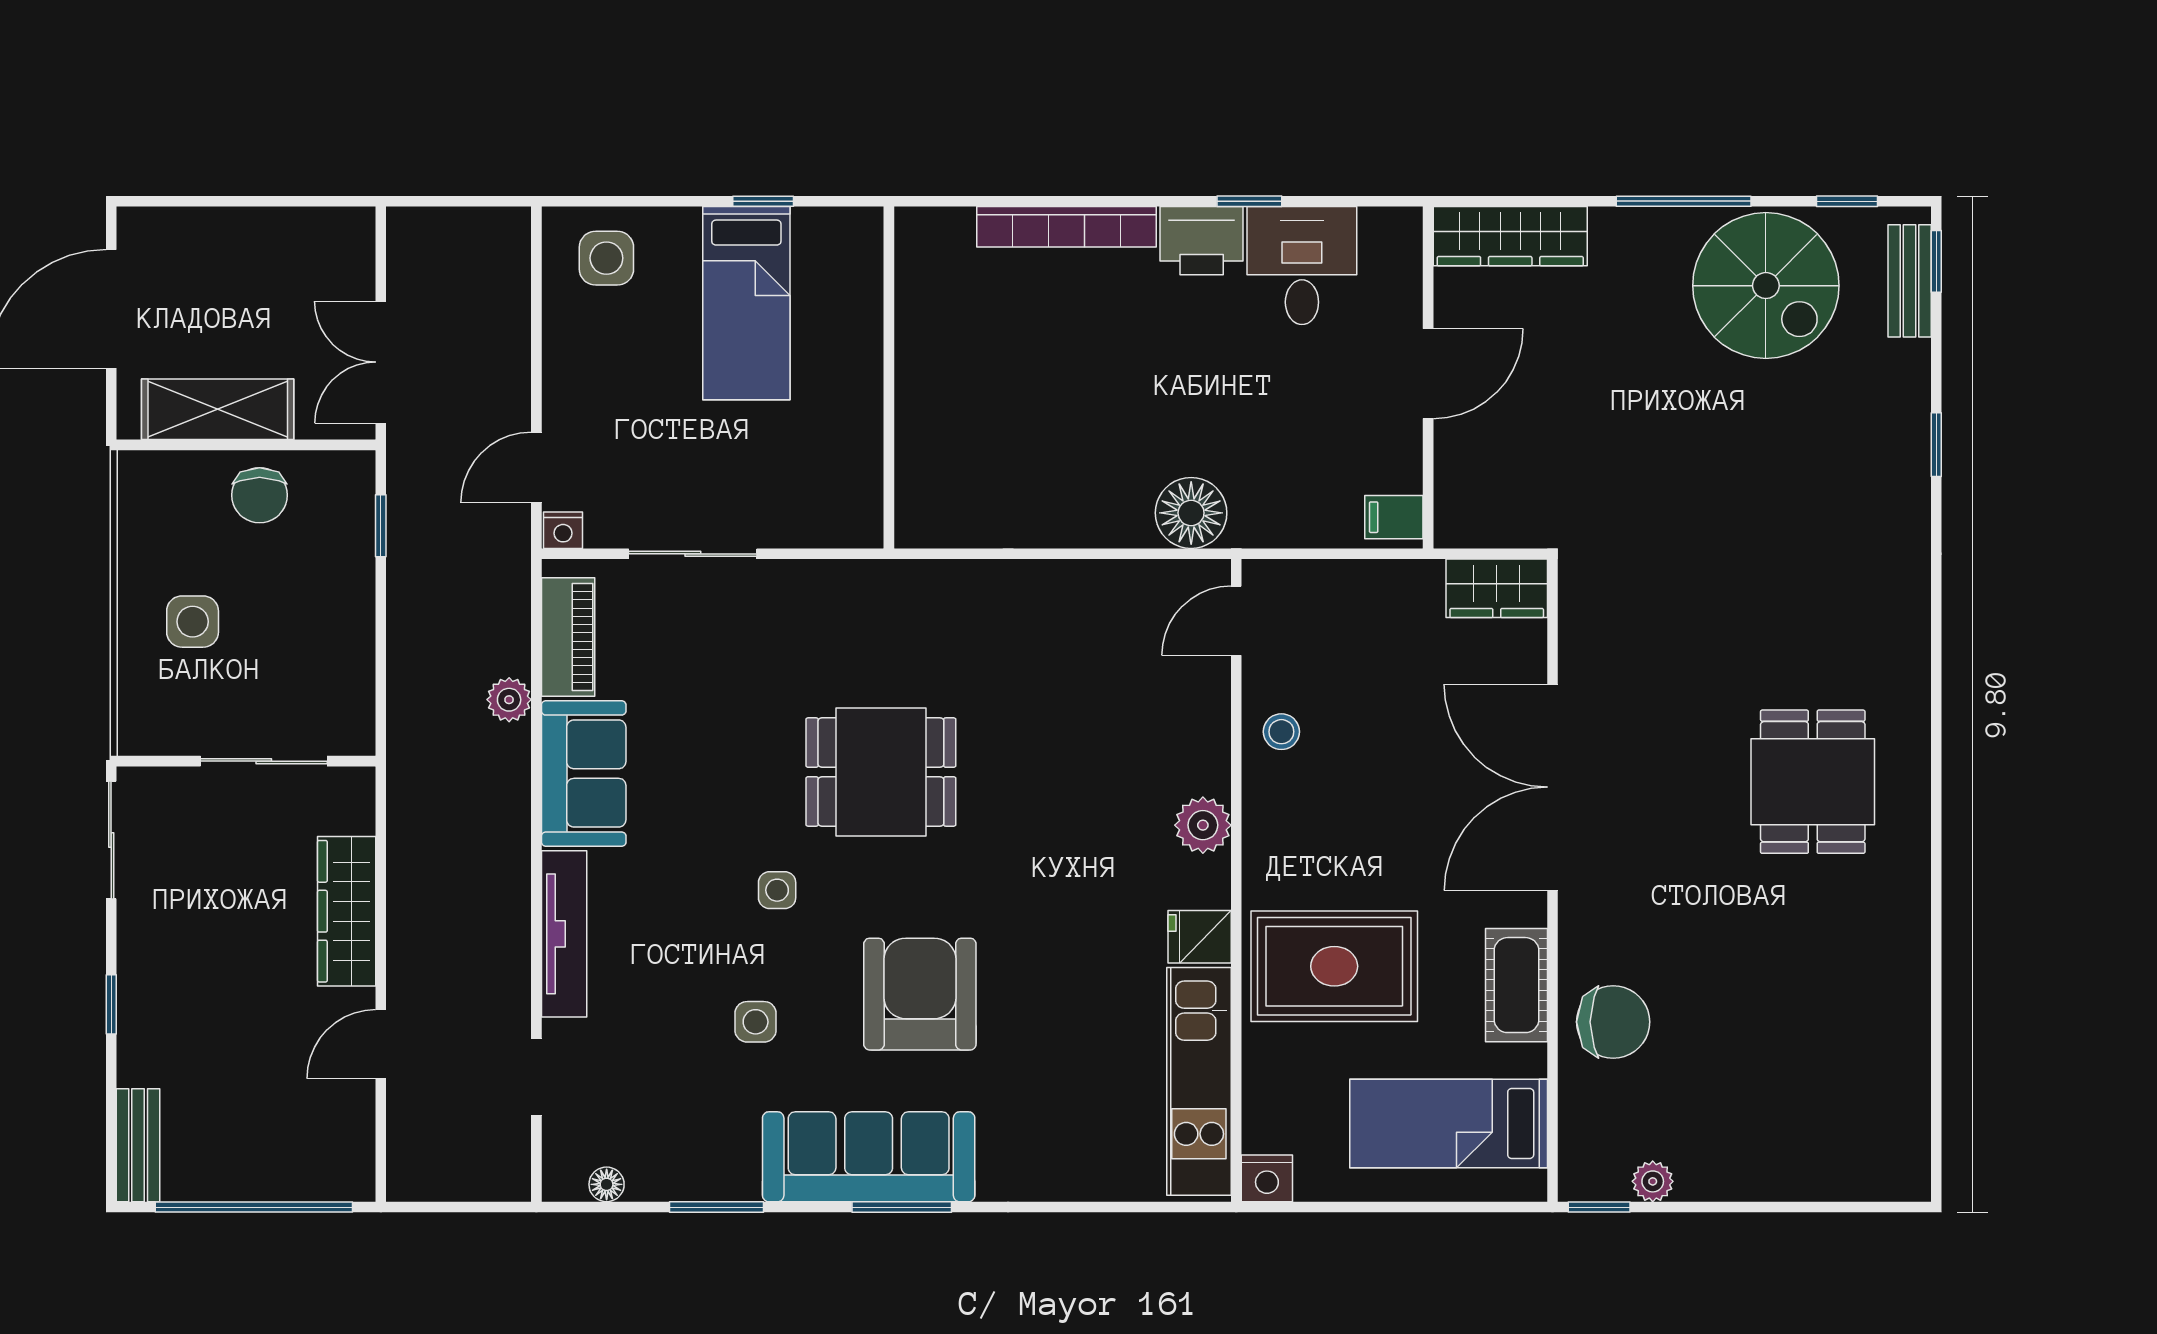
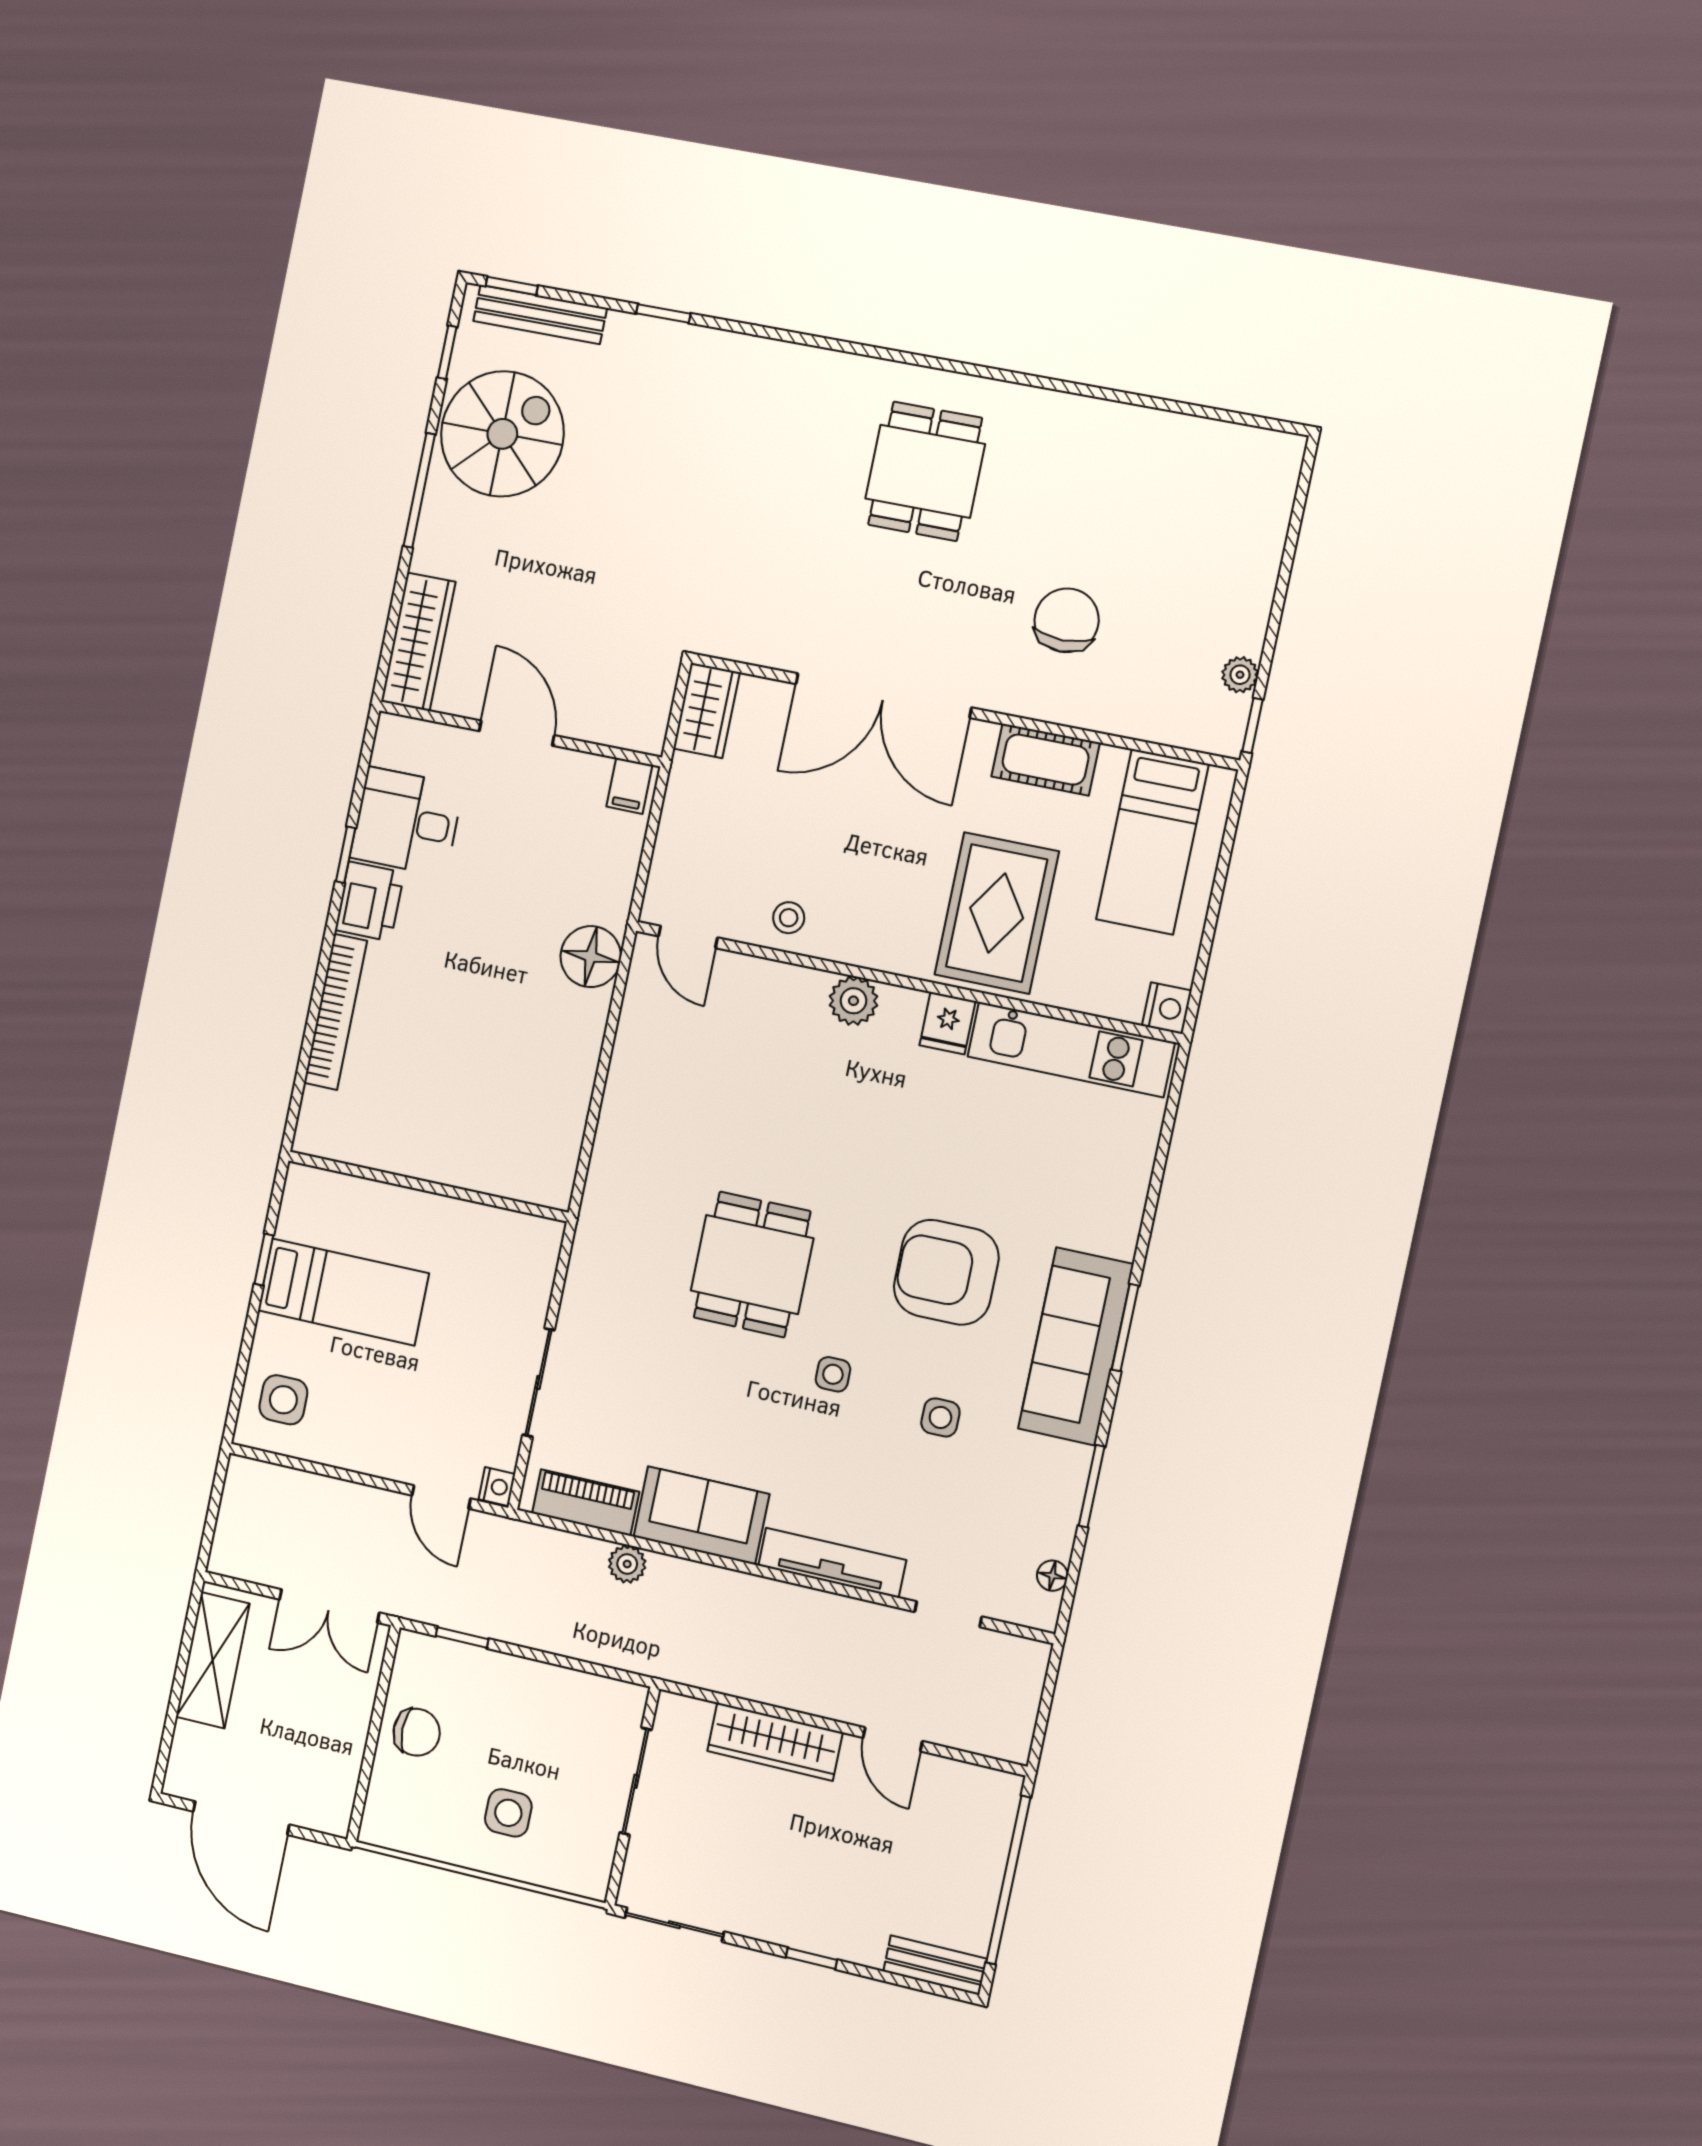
bench: (1910, 281) -> (540, 315), width x1.36
shelving: (218, 409) -> (213, 1660), moved
dining table: (1813, 782) -> (925, 471), turned 90
chair: (1613, 1022) -> (1067, 620), moved

